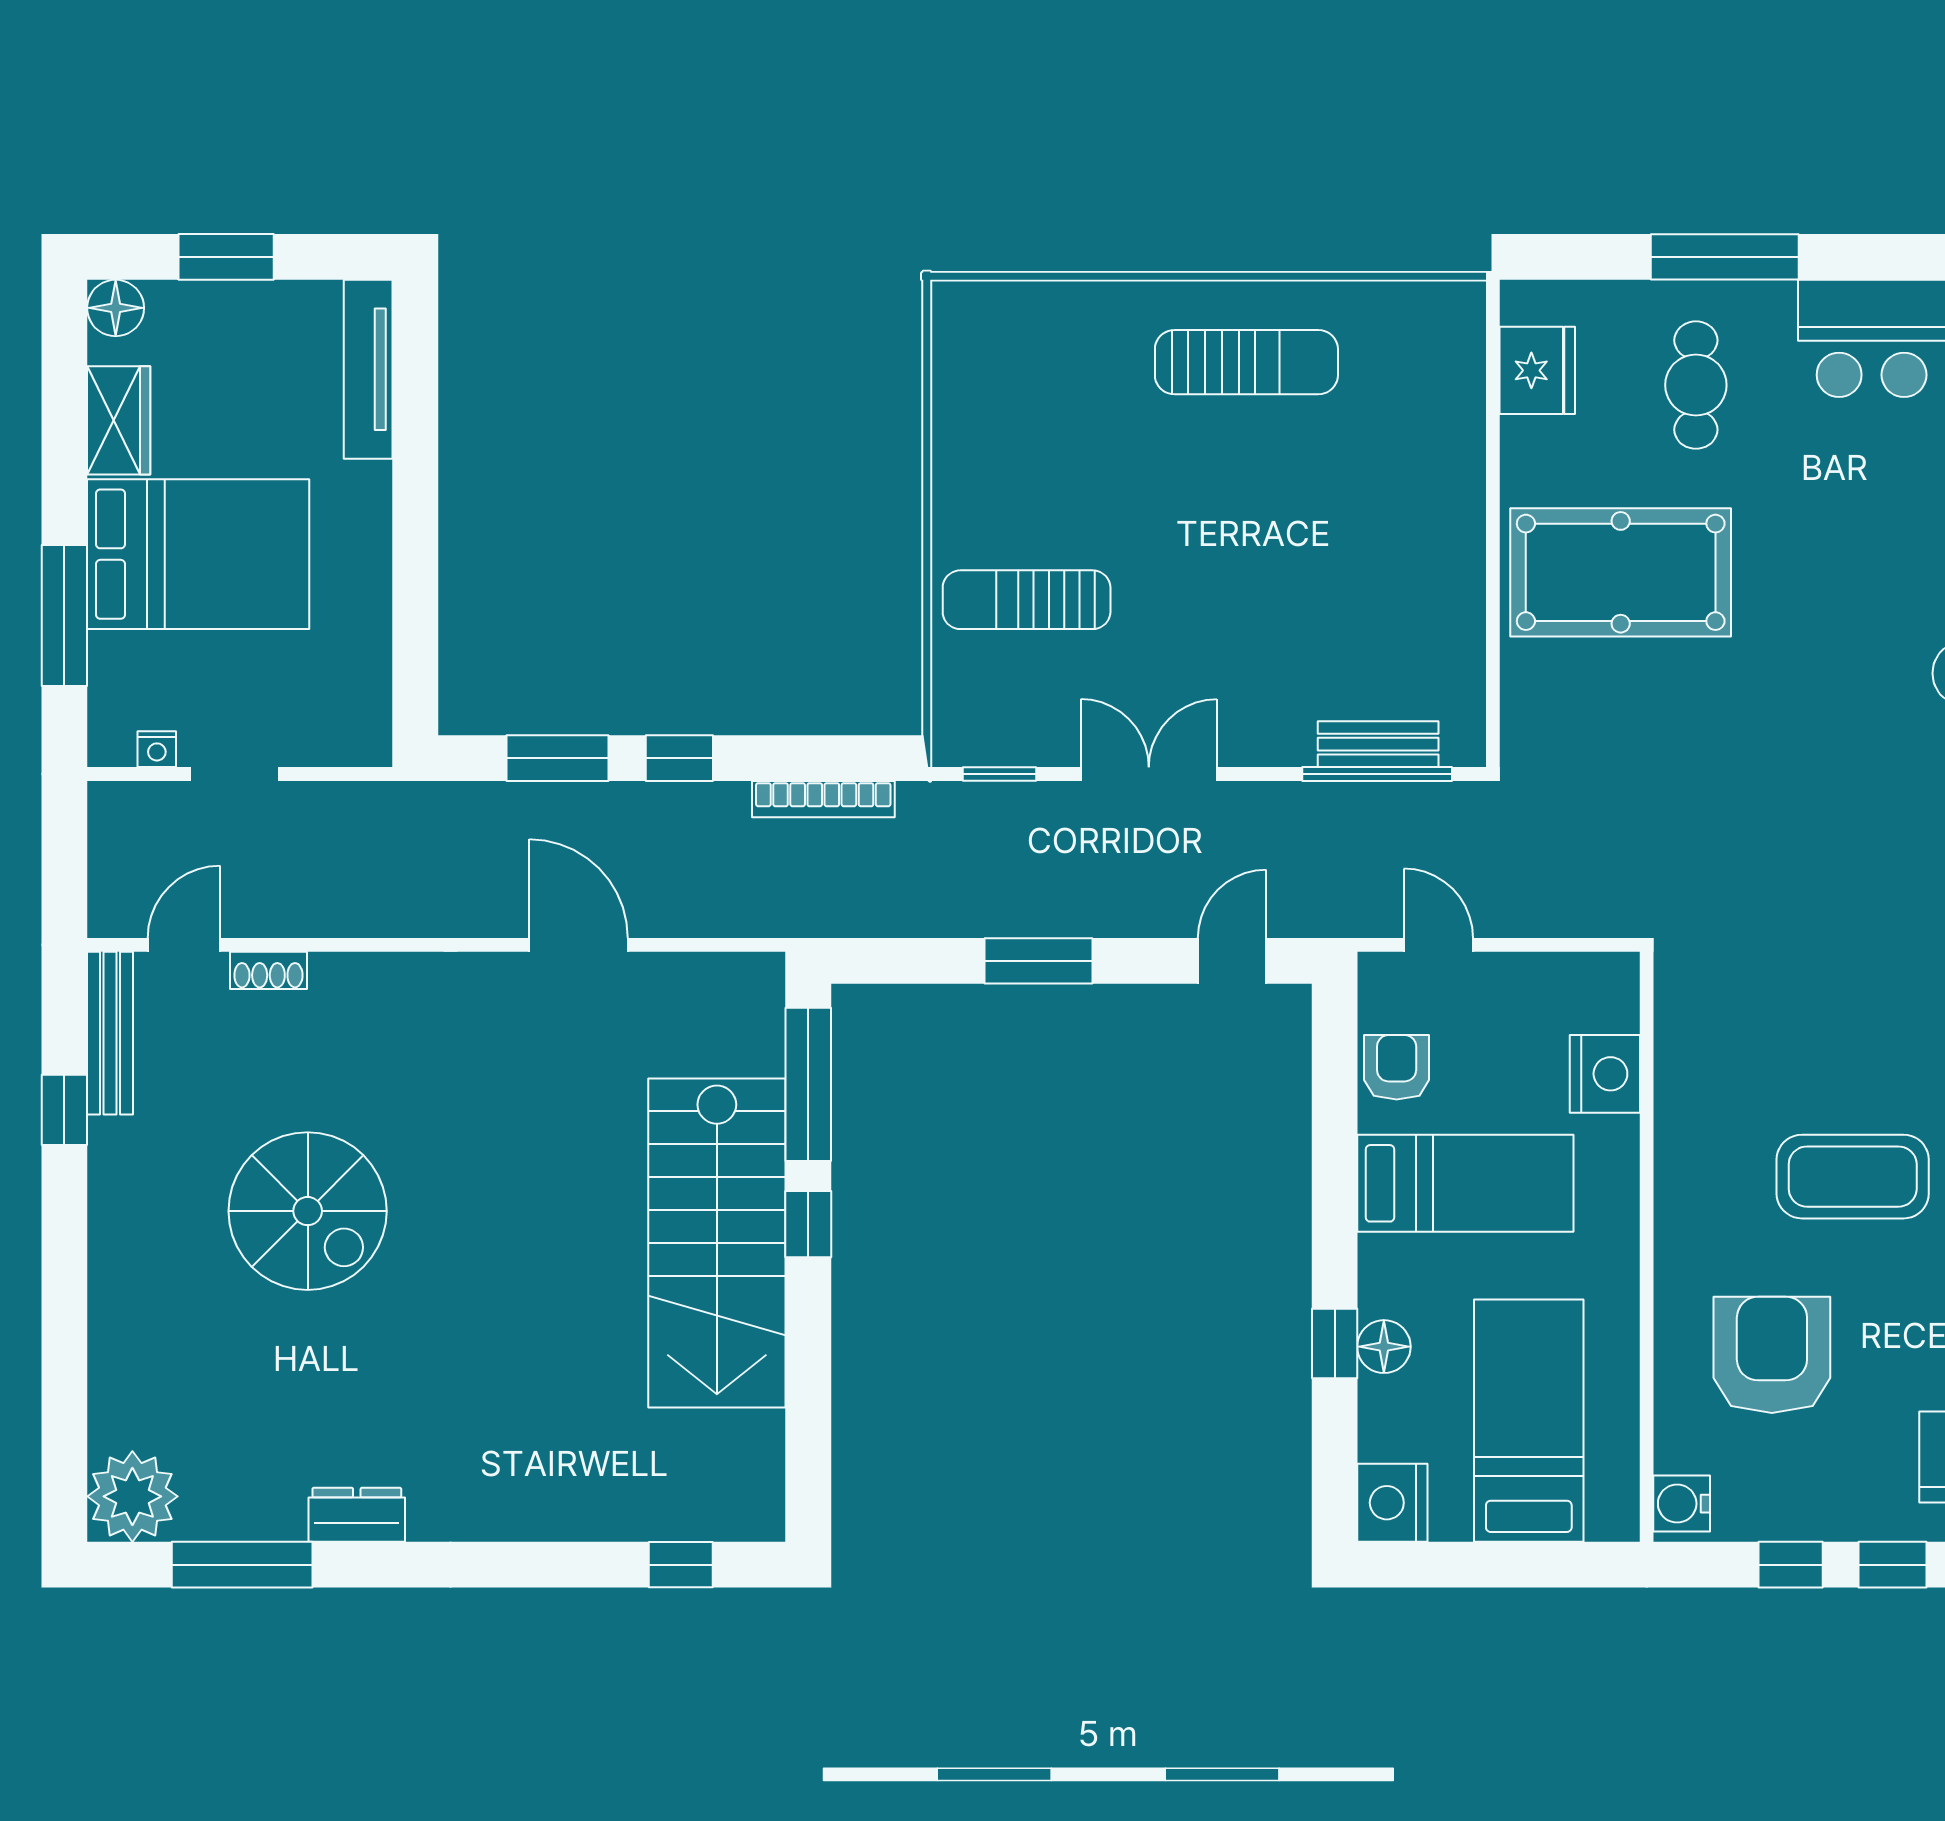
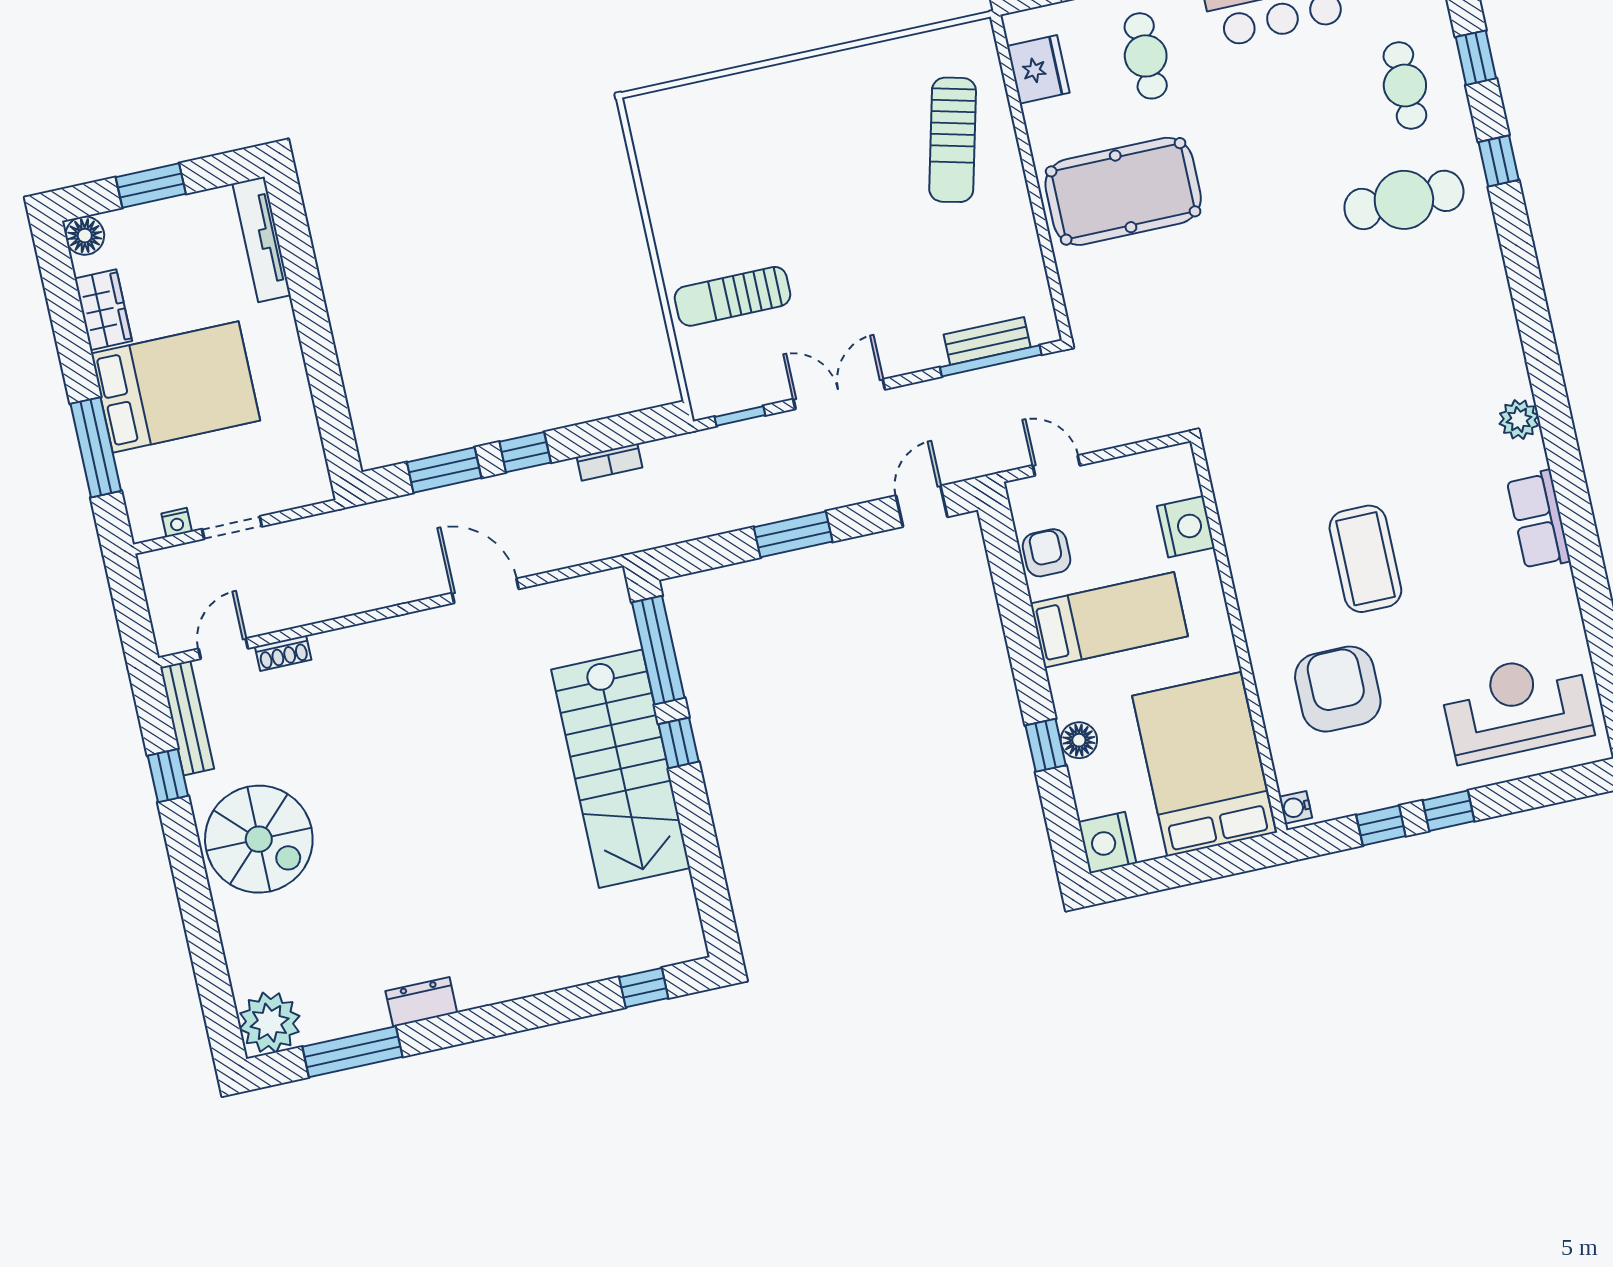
sun lounger: (1246, 362) -> (953, 140), moved, turned 104
bookcase: (823, 799) -> (610, 462), width x0.64
coffee table: (1853, 1177) -> (1365, 559), turned 90
spiral stairs: (308, 1211) -> (259, 839), moved
bed: (1529, 1421) -> (1204, 764), width x1.50
water cooler: (1682, 1504) -> (1296, 807), width x0.72, depth x0.72

